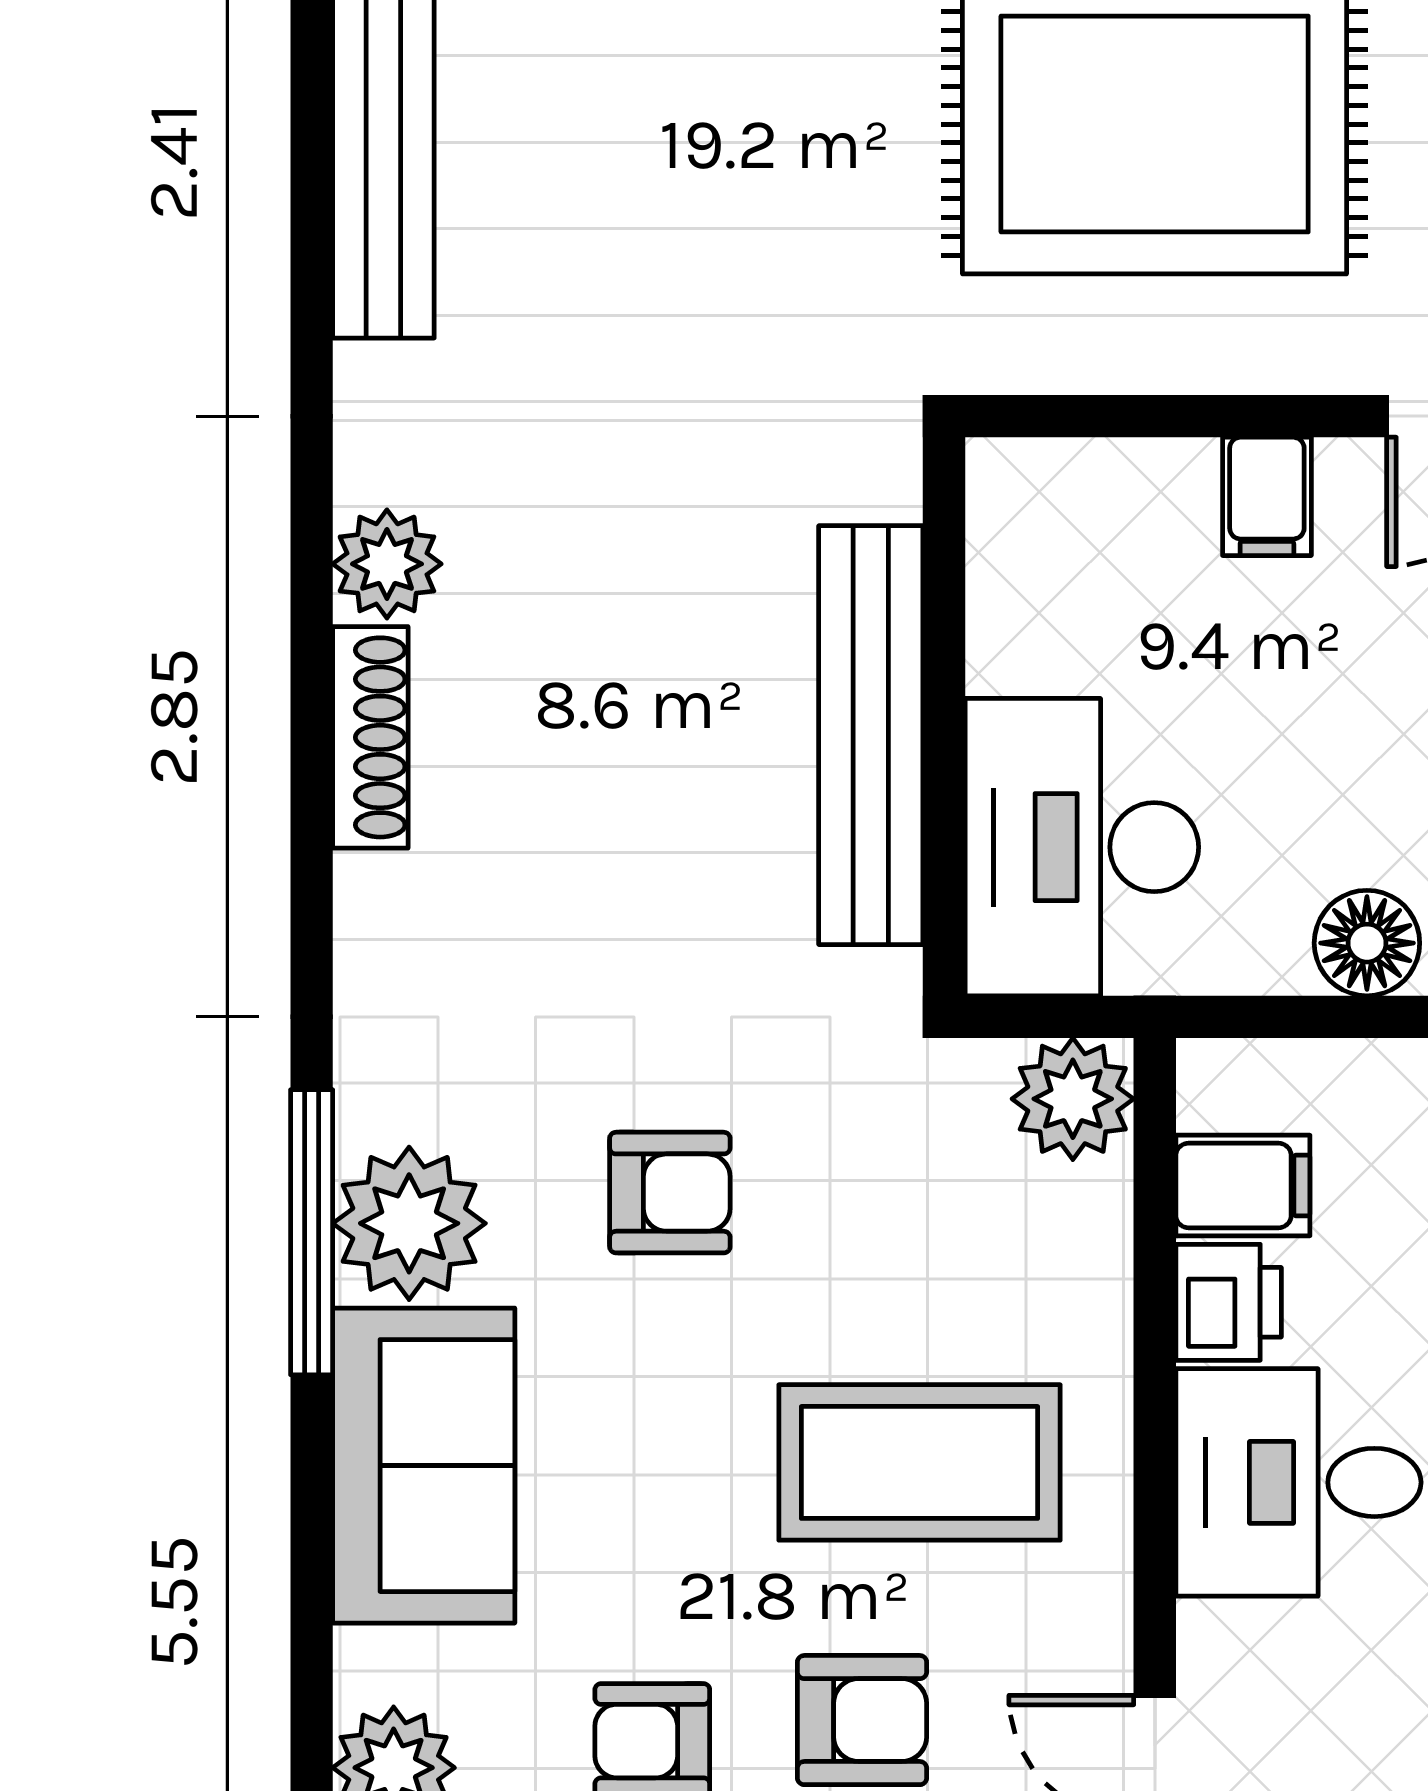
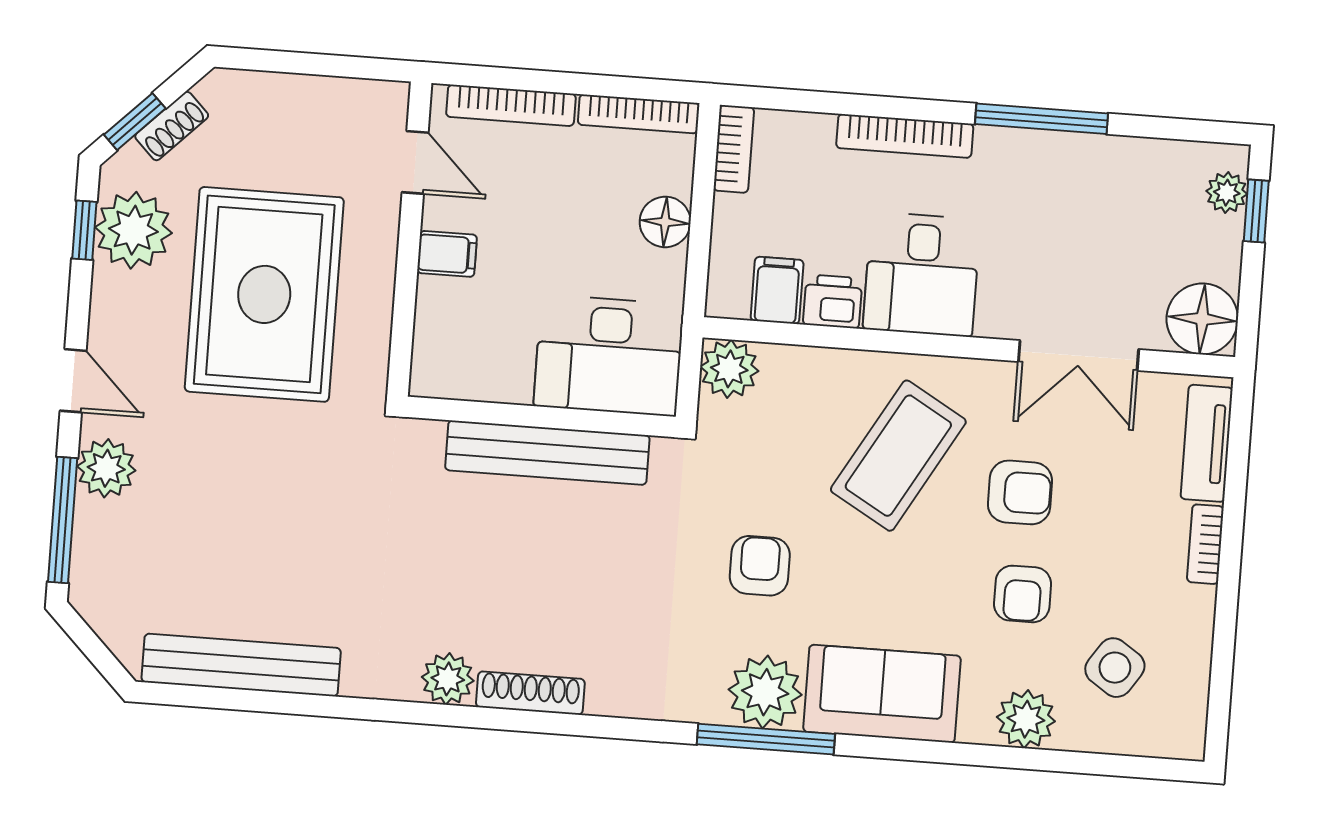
coffee table: (919, 1462) -> (898, 456), turned 30
armchair: (862, 1720) -> (1020, 492), turned 90

